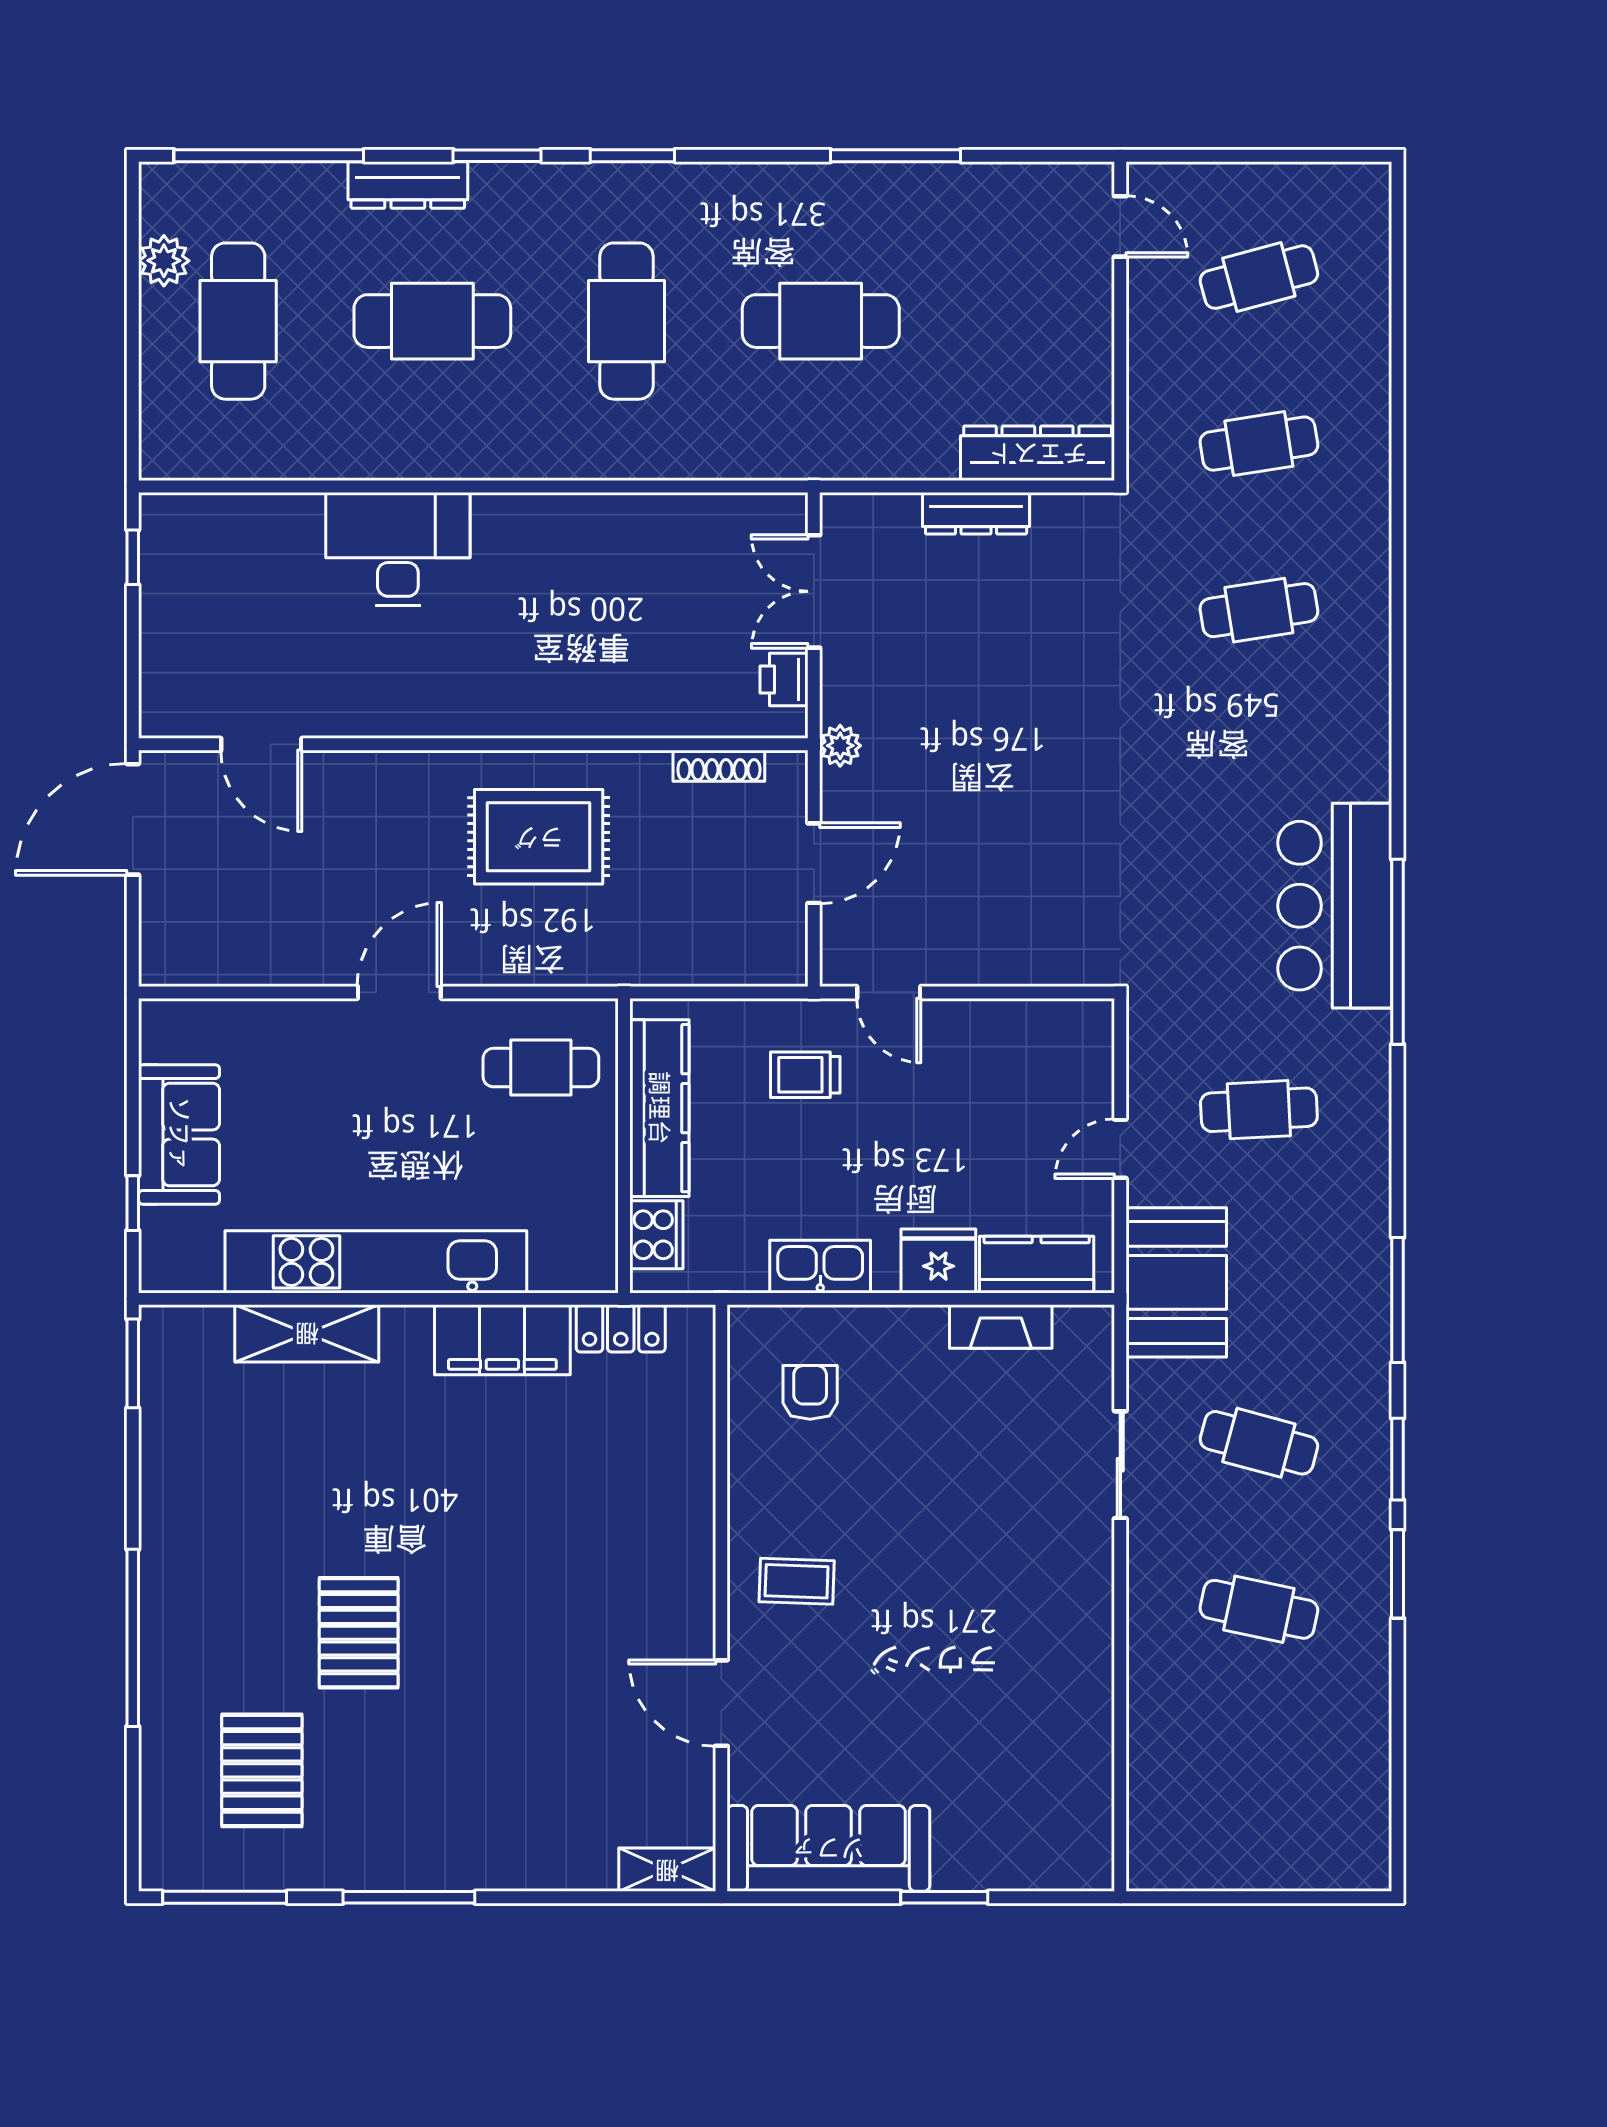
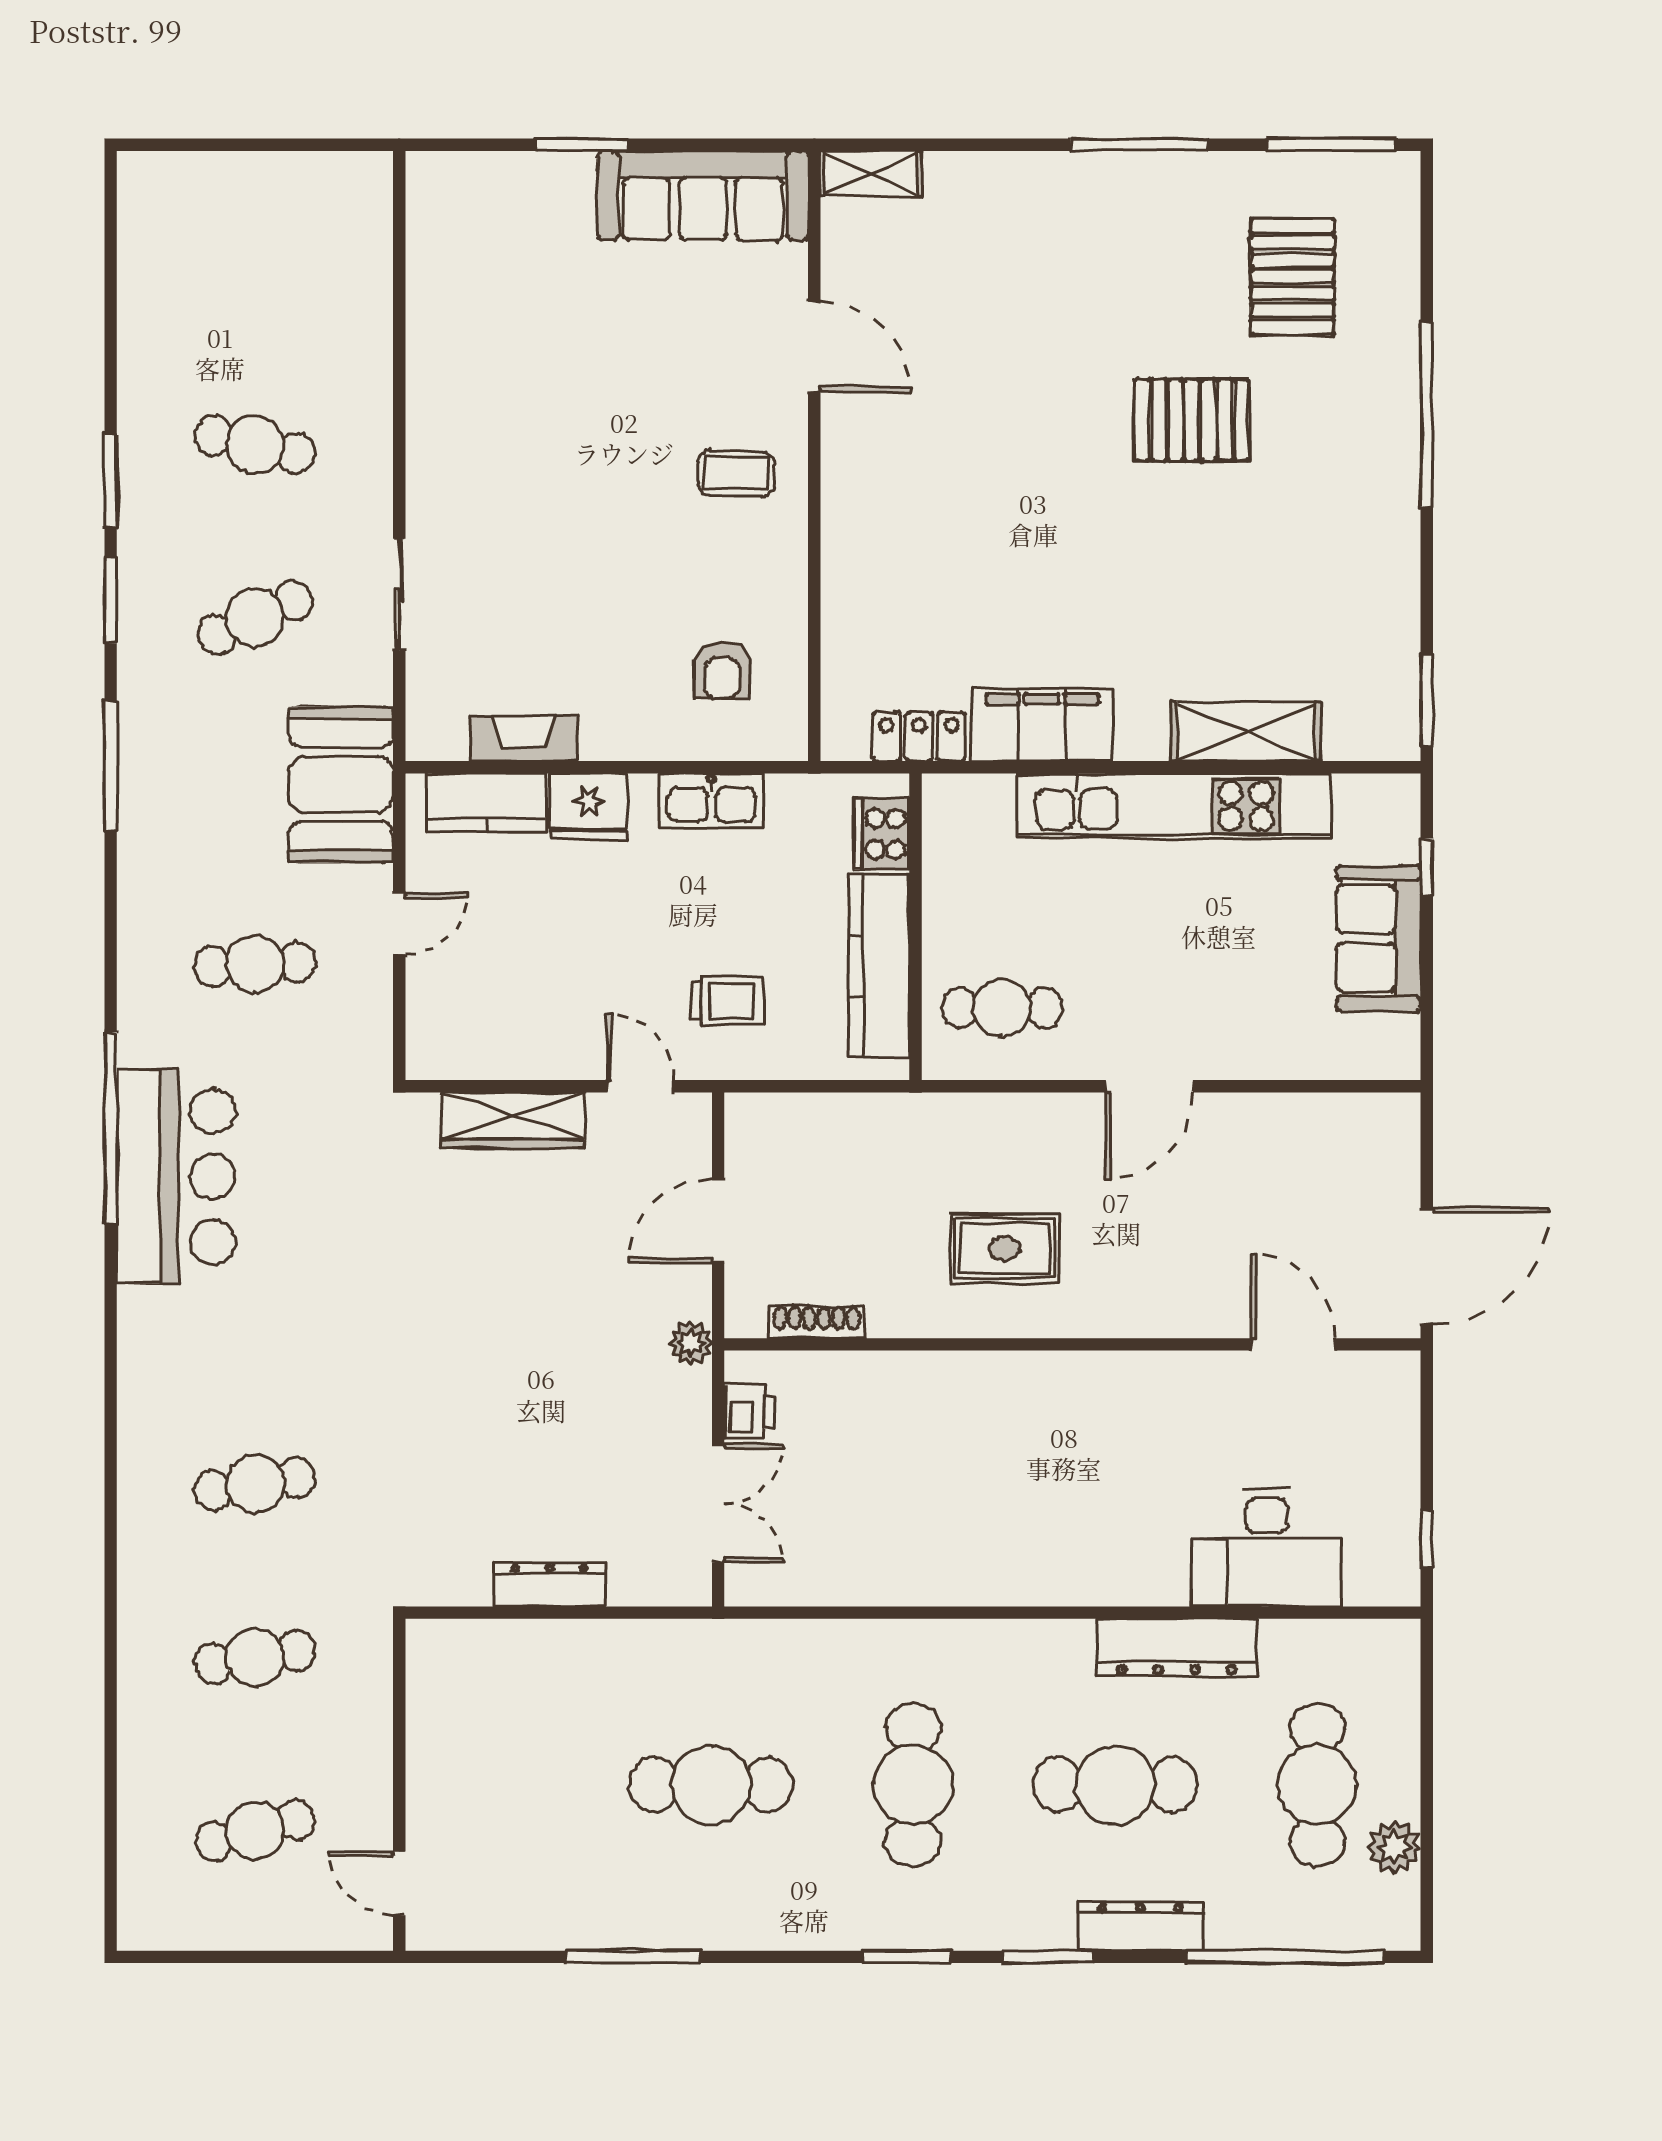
dresser: (1038, 453) -> (1177, 1647), moved
desk: (398, 549) -> (1267, 1548), moved
rug: (539, 837) -> (1005, 1248), width x0.73, depth x0.70
wardrobe: (1011, 960) -> (513, 1120), added
cafe table: (1259, 1443) -> (255, 618), turned -39
pallet: (359, 1633) -> (1192, 420), turned 90

